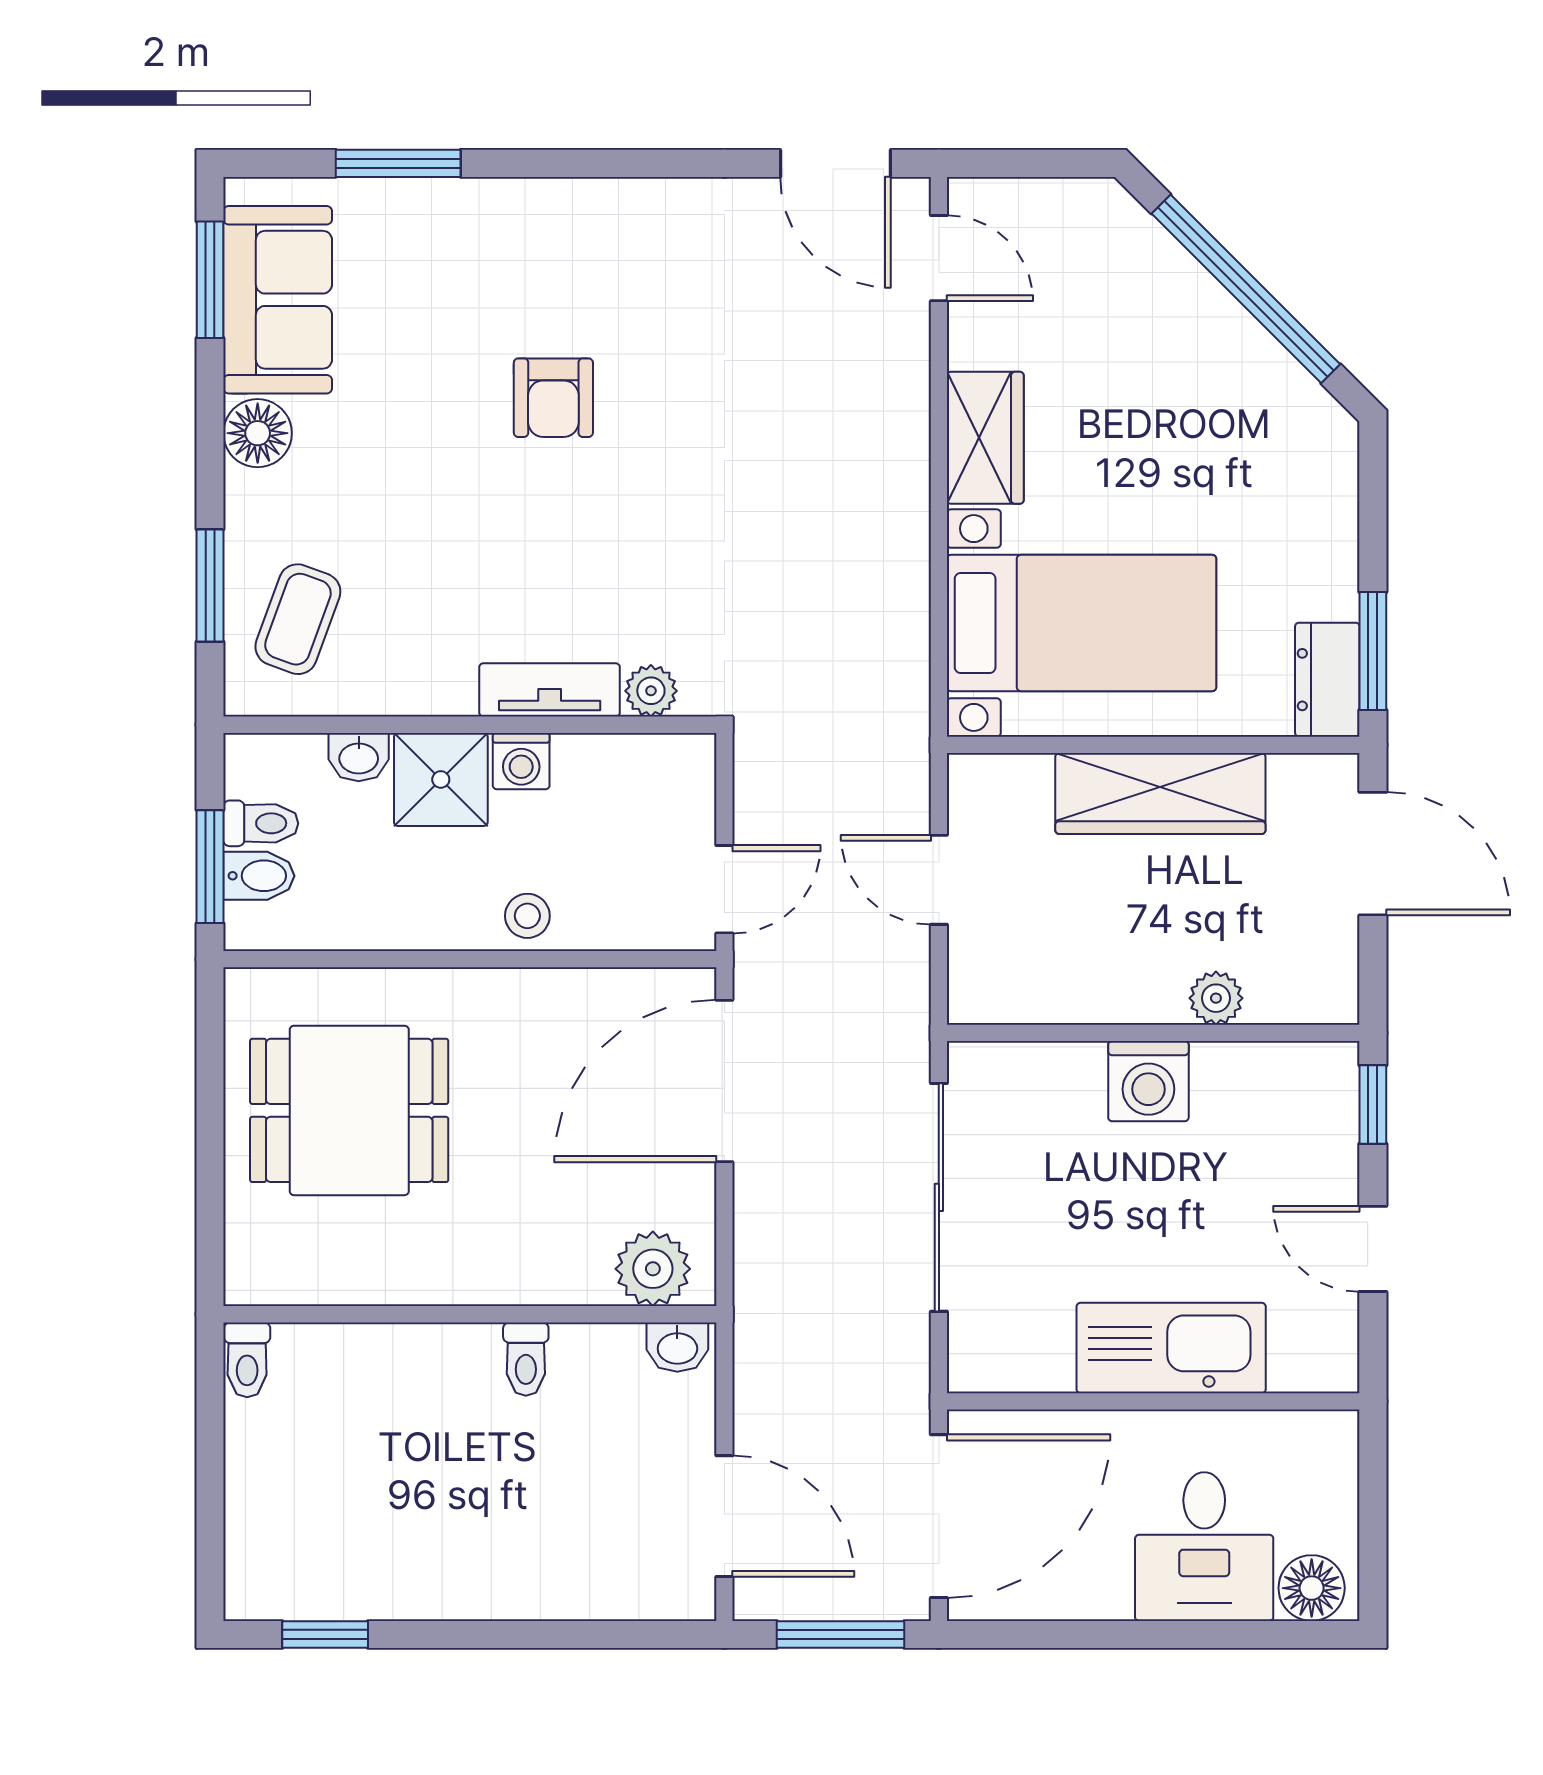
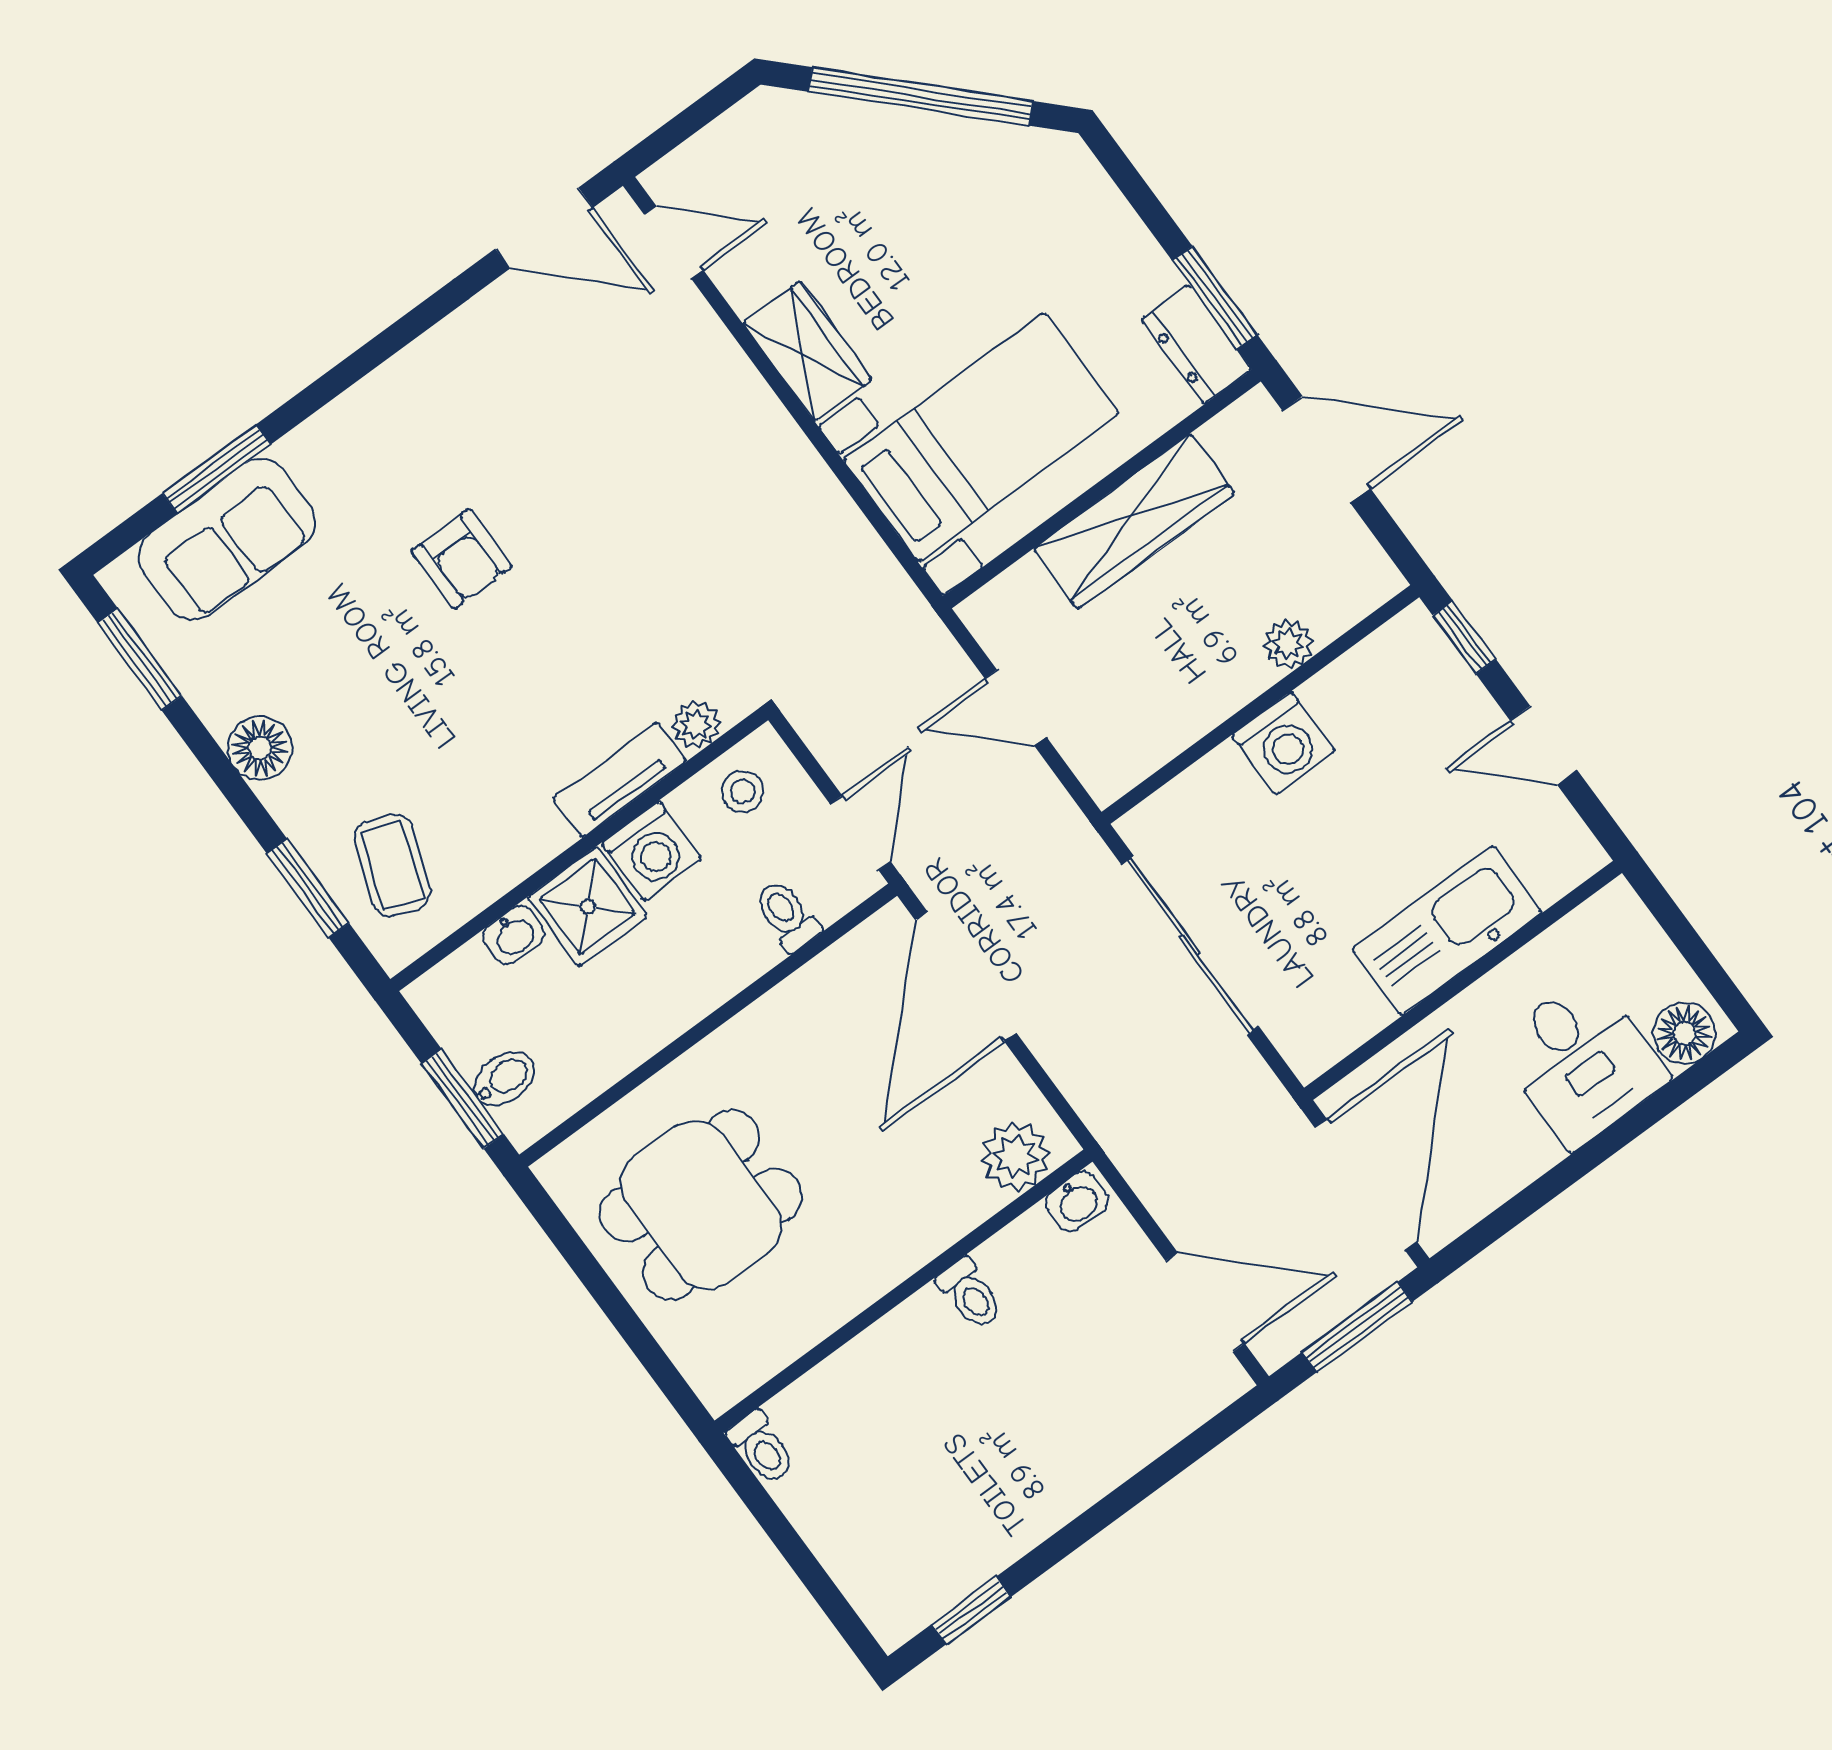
sofa: (278, 300) -> (227, 539), moved, turned 90
washing machine: (521, 761) -> (651, 851), width x1.38, depth x1.38
toilet: (261, 823) -> (787, 915), moved, turned -90
stool: (527, 916) -> (743, 792), moved

